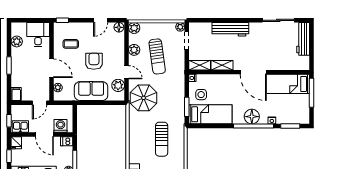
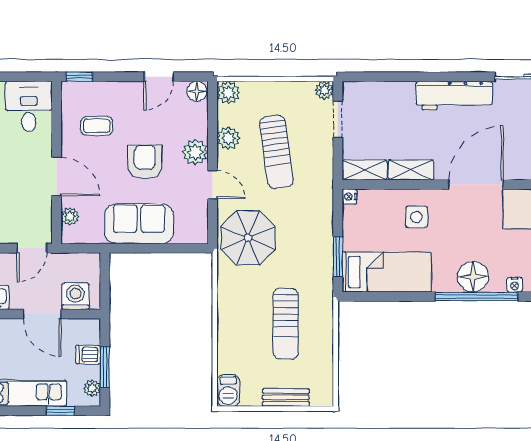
workbench: (230, 29) -> (454, 95), moved
door: (253, 72) -> (476, 184), swing flipped
plant: (118, 85) -> (195, 152), moved
side table: (201, 95) -> (417, 217), moved
dishwasher: (67, 141) -> (88, 355), moved

